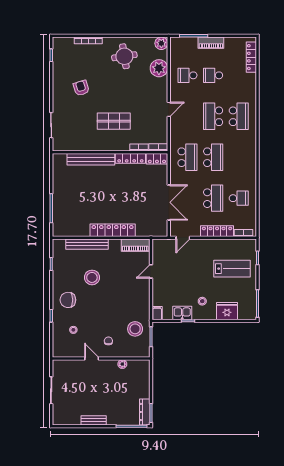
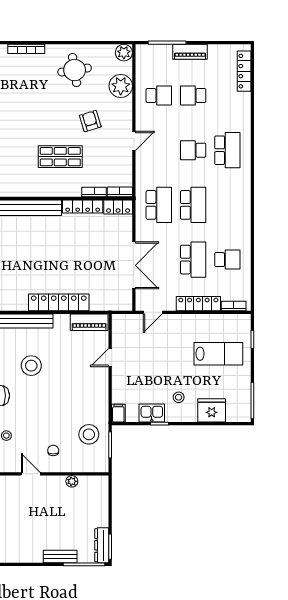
school desk: (187, 75) -> (159, 95), turned 180
armchair: (81, 88) -> (90, 121), moved
school desk: (213, 116) -> (193, 150), width x0.54
bench: (94, 420) -> (60, 557), moved

